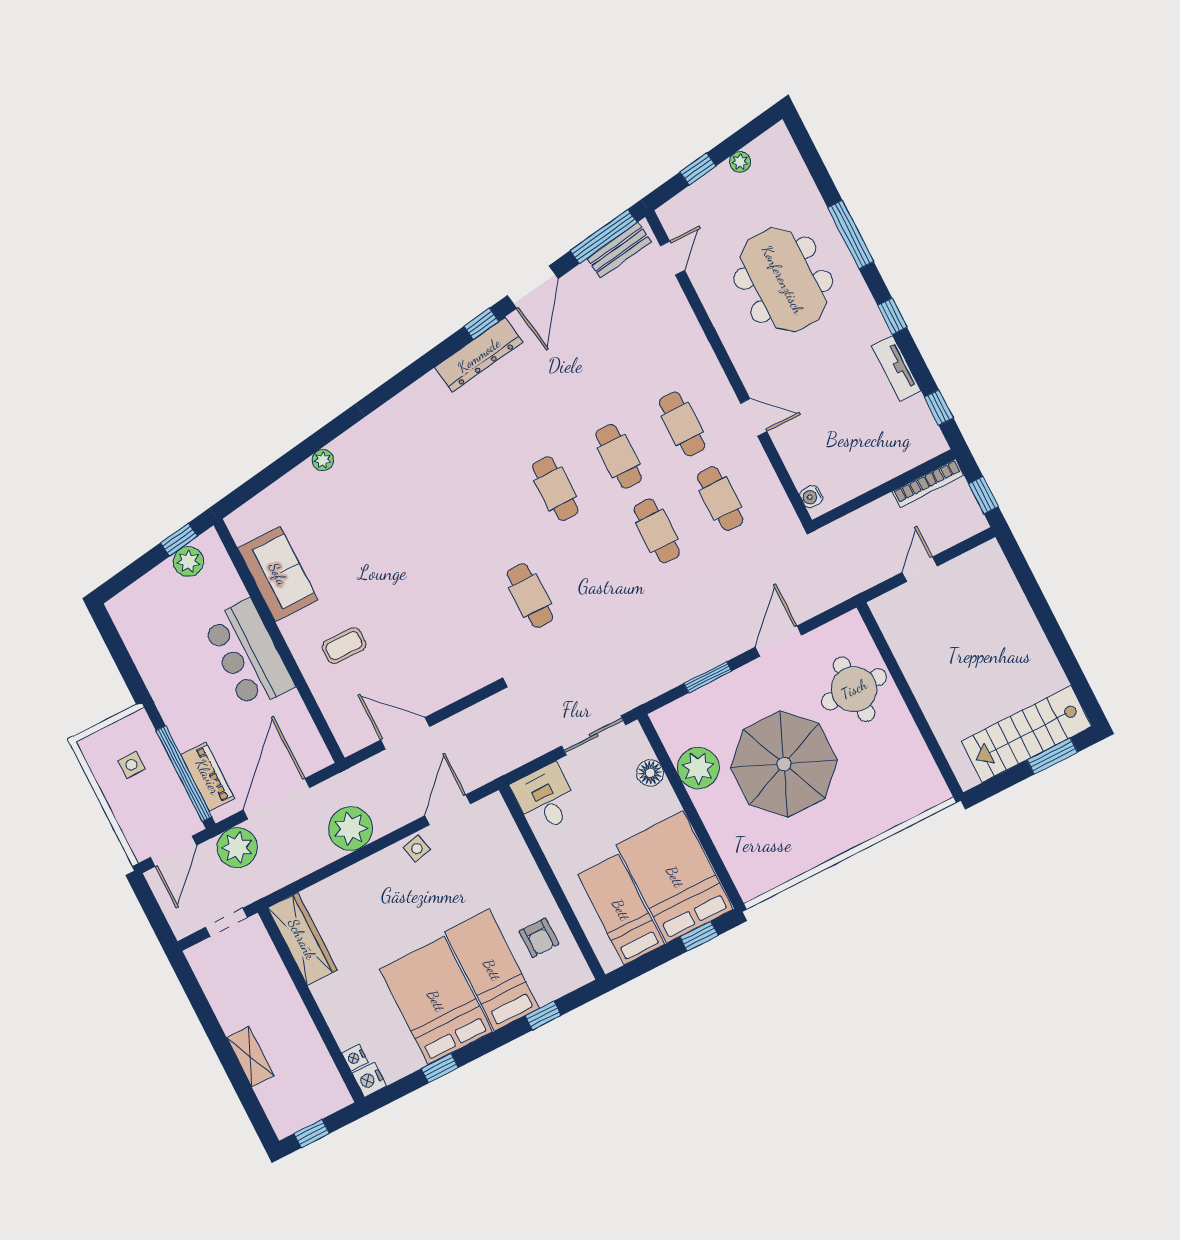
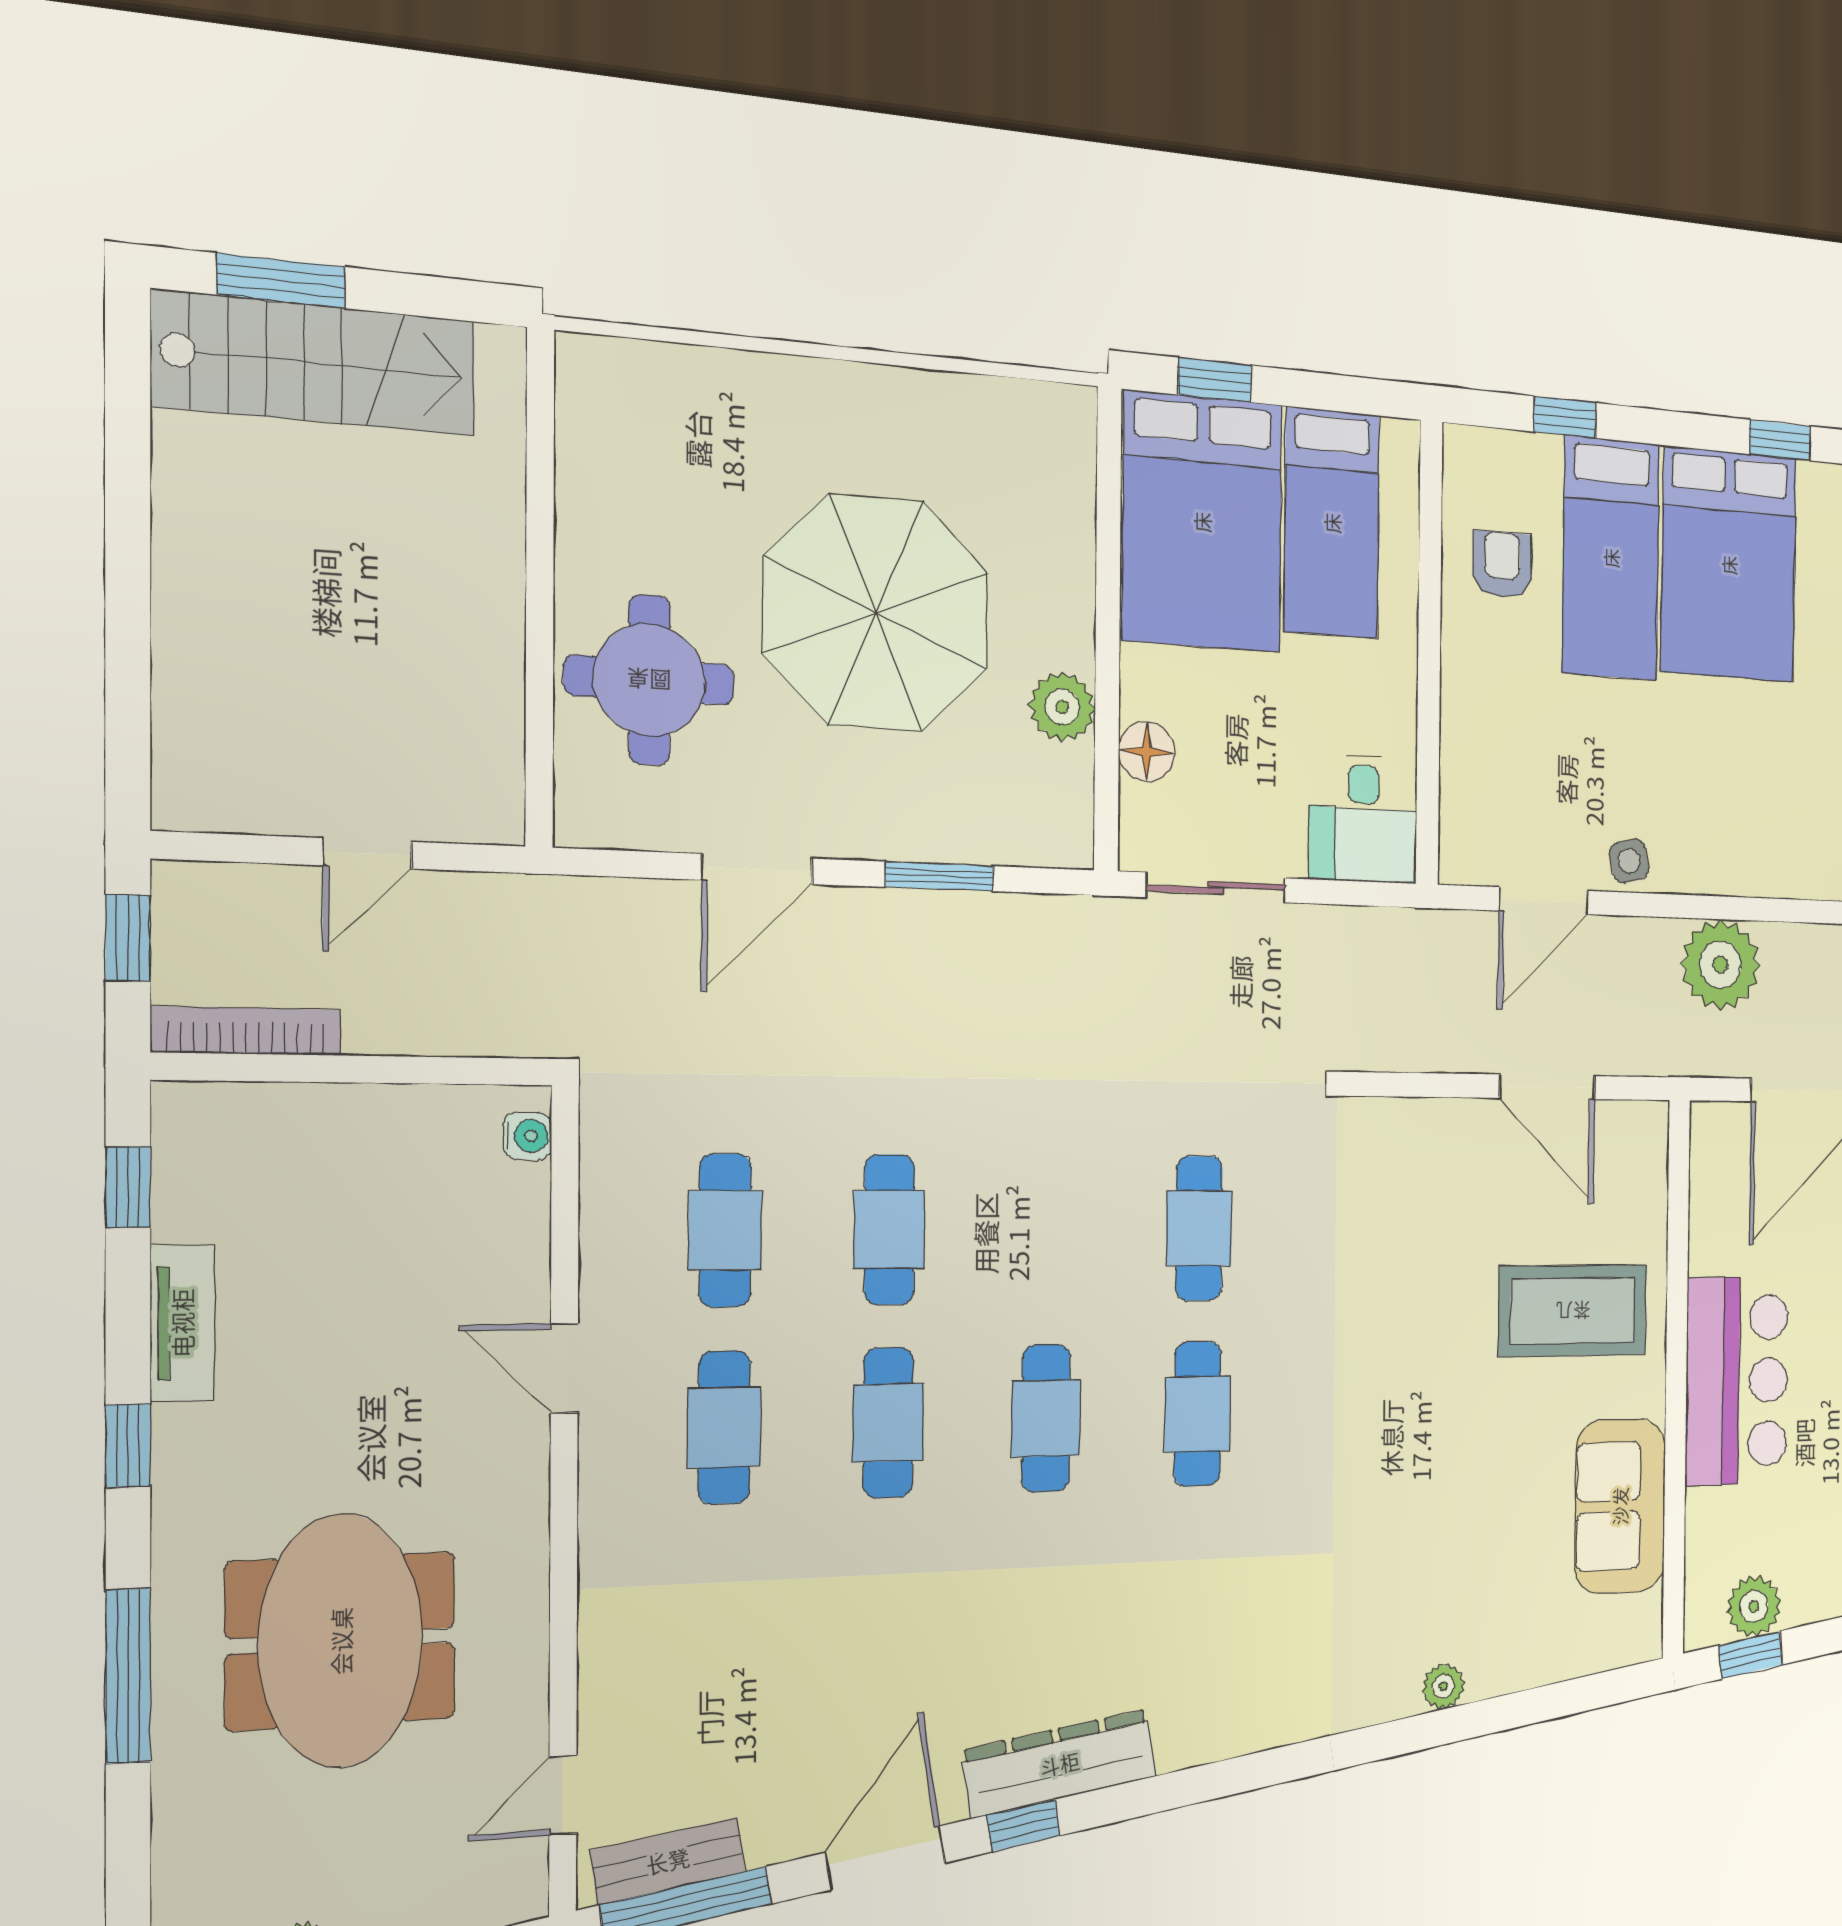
cafe table: (492, 521) -> (1197, 1414), added
coffee table: (344, 646) -> (1573, 1311), width x1.86, depth x1.72
plant: (698, 768) -> (1062, 707), width x0.73, depth x0.73

